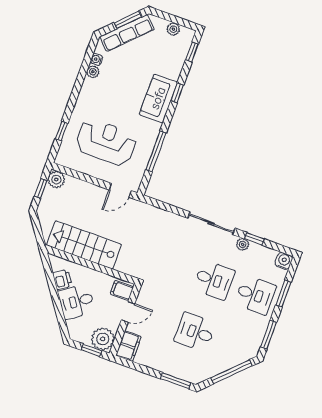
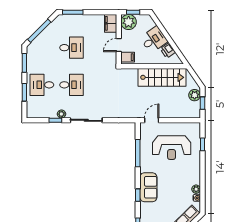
plant: (56, 180) -> (195, 95), moved
water cooler: (284, 261) -> (32, 113), removed
desk: (214, 280) -> (72, 85), turned 180

